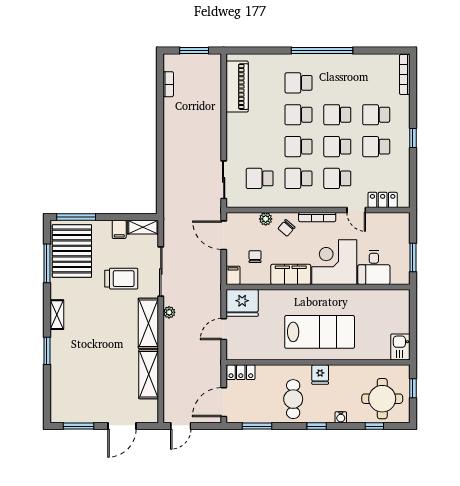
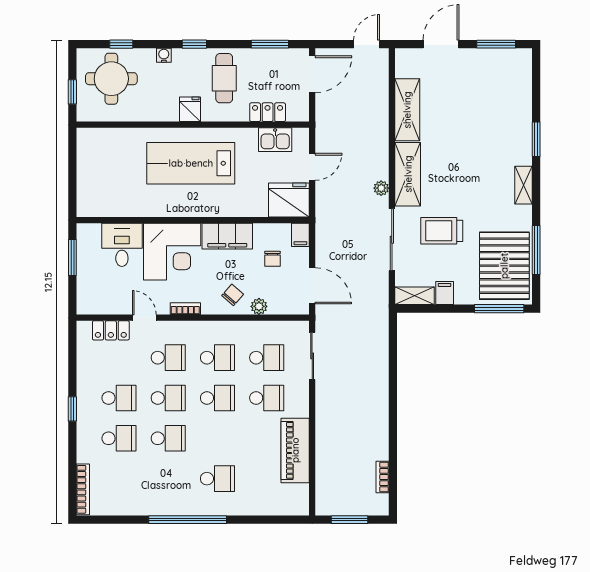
piano: (237, 87) -> (295, 450), moved
school desk: (298, 115) -> (267, 398), moved
bookcase: (317, 217) -> (185, 309), width x0.64
kitchen sink: (400, 347) -> (275, 140), moved, turned 90
locker: (241, 372) -> (268, 112), moved

